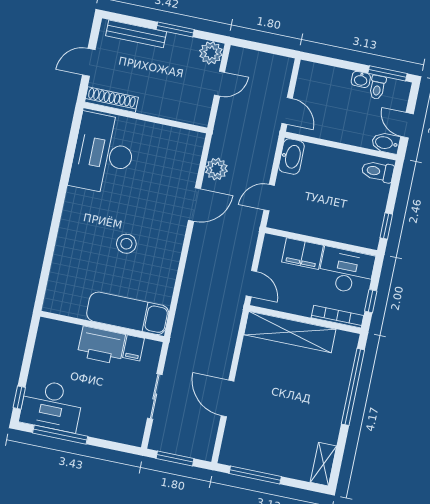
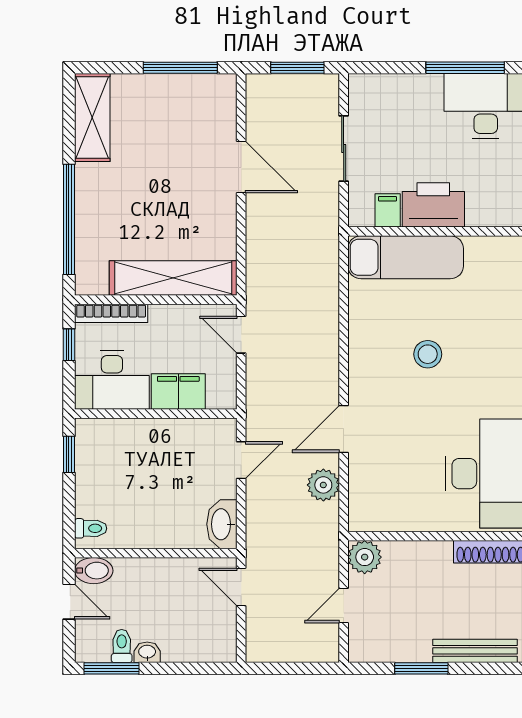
plant: (211, 53) -> (365, 557), moved
toilet: (378, 171) -> (91, 528), width x0.73, depth x0.72
shelving: (323, 464) -> (92, 117), width x1.50, depth x1.33

